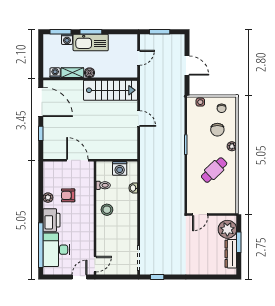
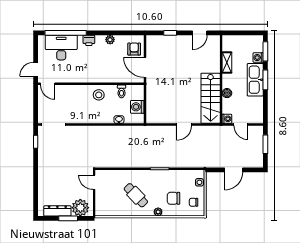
washing machine: (55, 73) -> (227, 119), moved
boiler: (90, 73) -> (227, 93), moved
door: (41, 102) -> (200, 33), width x0.53
door: (77, 160) -> (145, 67), swing flipped
armchair: (68, 195) -> (134, 49), moved
printer: (51, 220) -> (89, 40), width x0.53, depth x0.68
door: (80, 277) -> (36, 69), swing flipped

